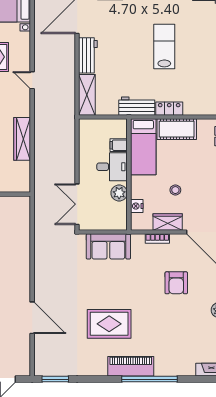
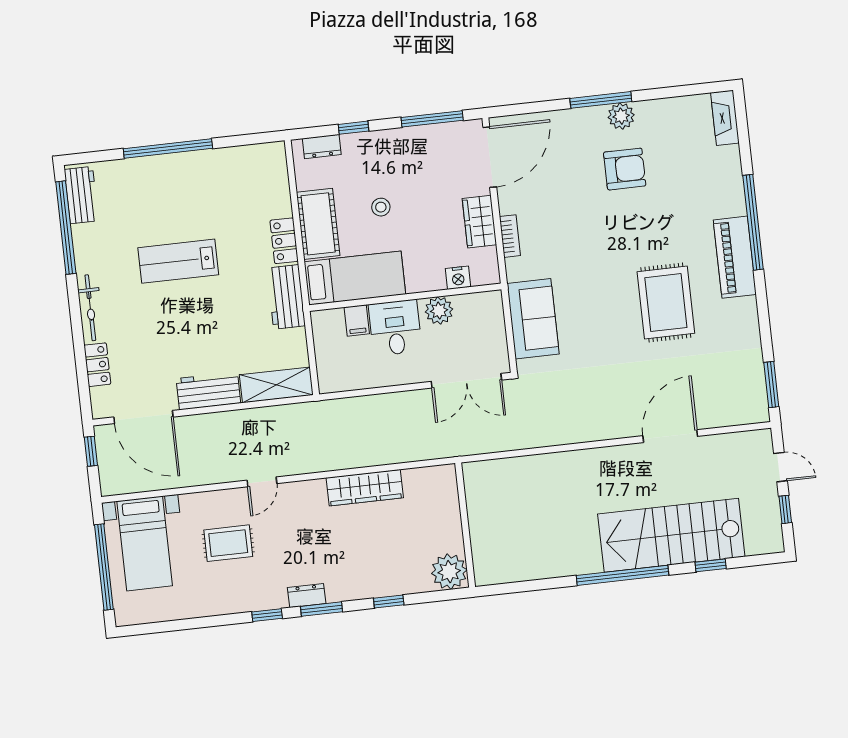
stool: (175, 190) -> (381, 207), moved
armchair: (176, 283) -> (625, 169), moved

